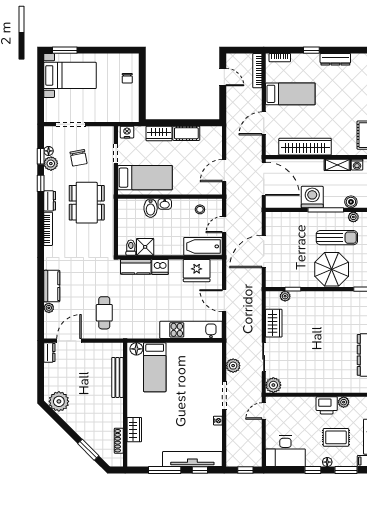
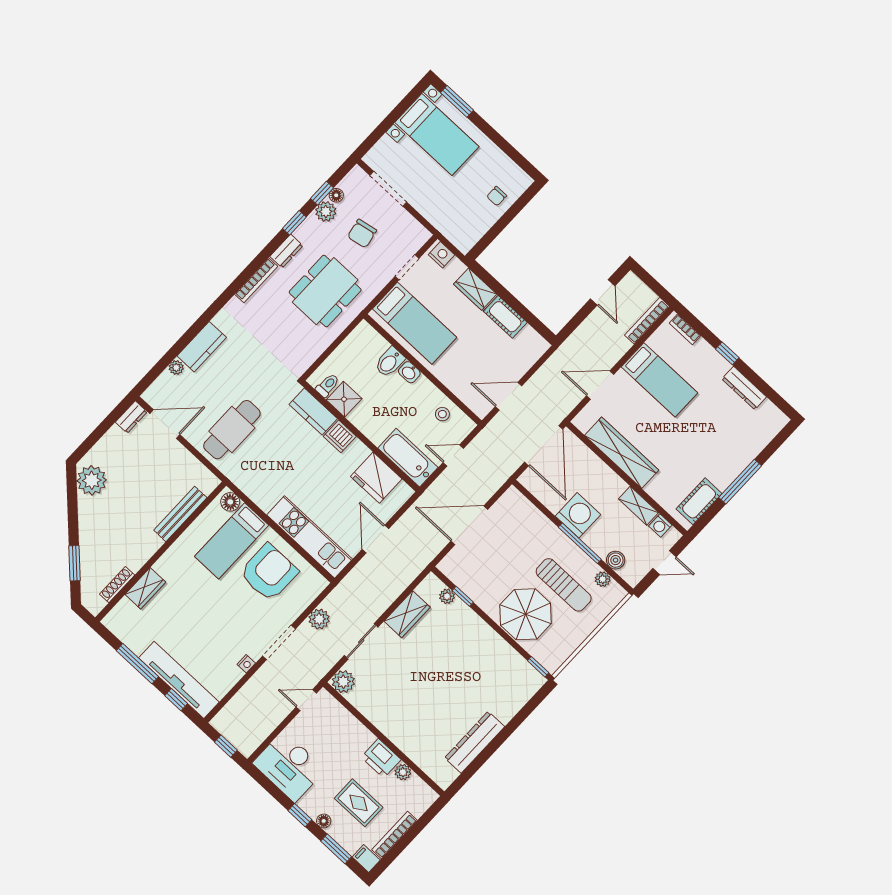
cafe table: (104, 313) -> (232, 430), width x1.37, depth x1.35
armchair: (187, 366) -> (269, 572), added

